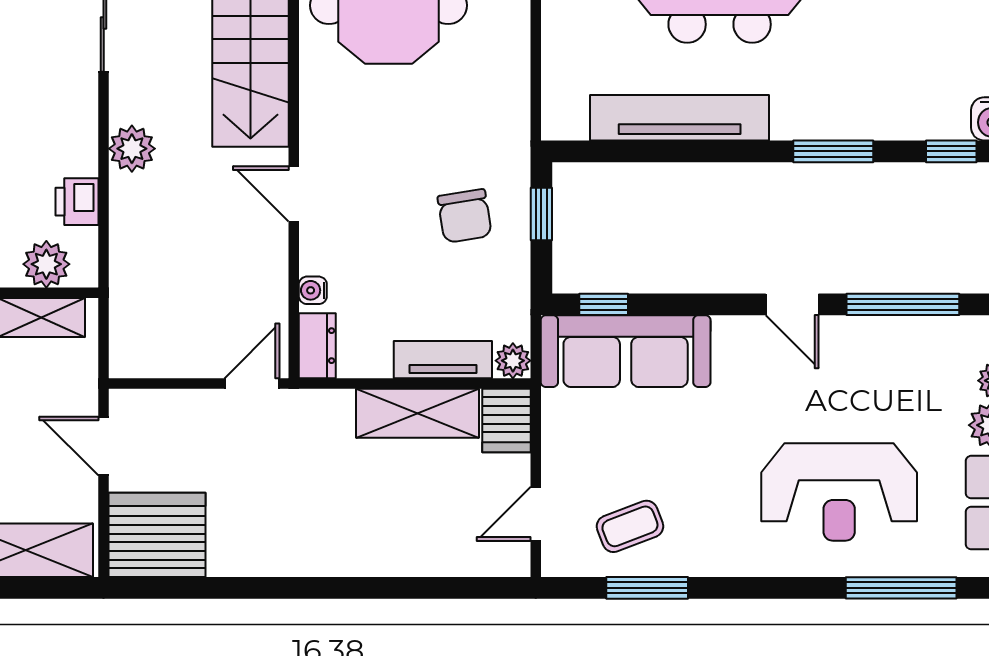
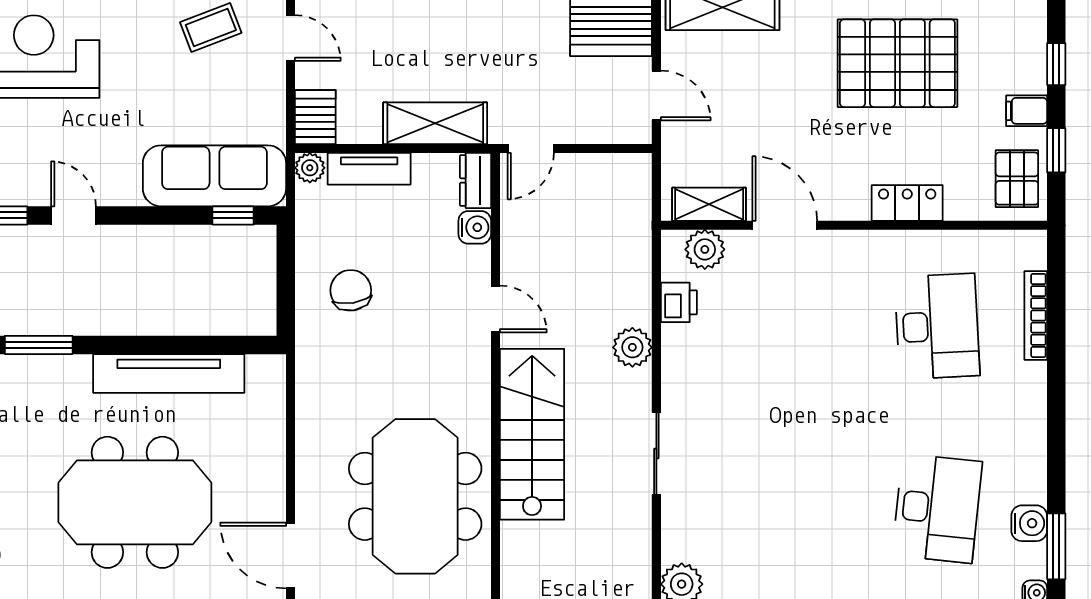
window: (541, 214) -> (286, 292), removed
water cooler: (313, 290) -> (475, 227), width x1.38, depth x1.38
shelving: (418, 413) -> (435, 123), moved
door: (536, 514) -> (291, 38), hinge flipped

